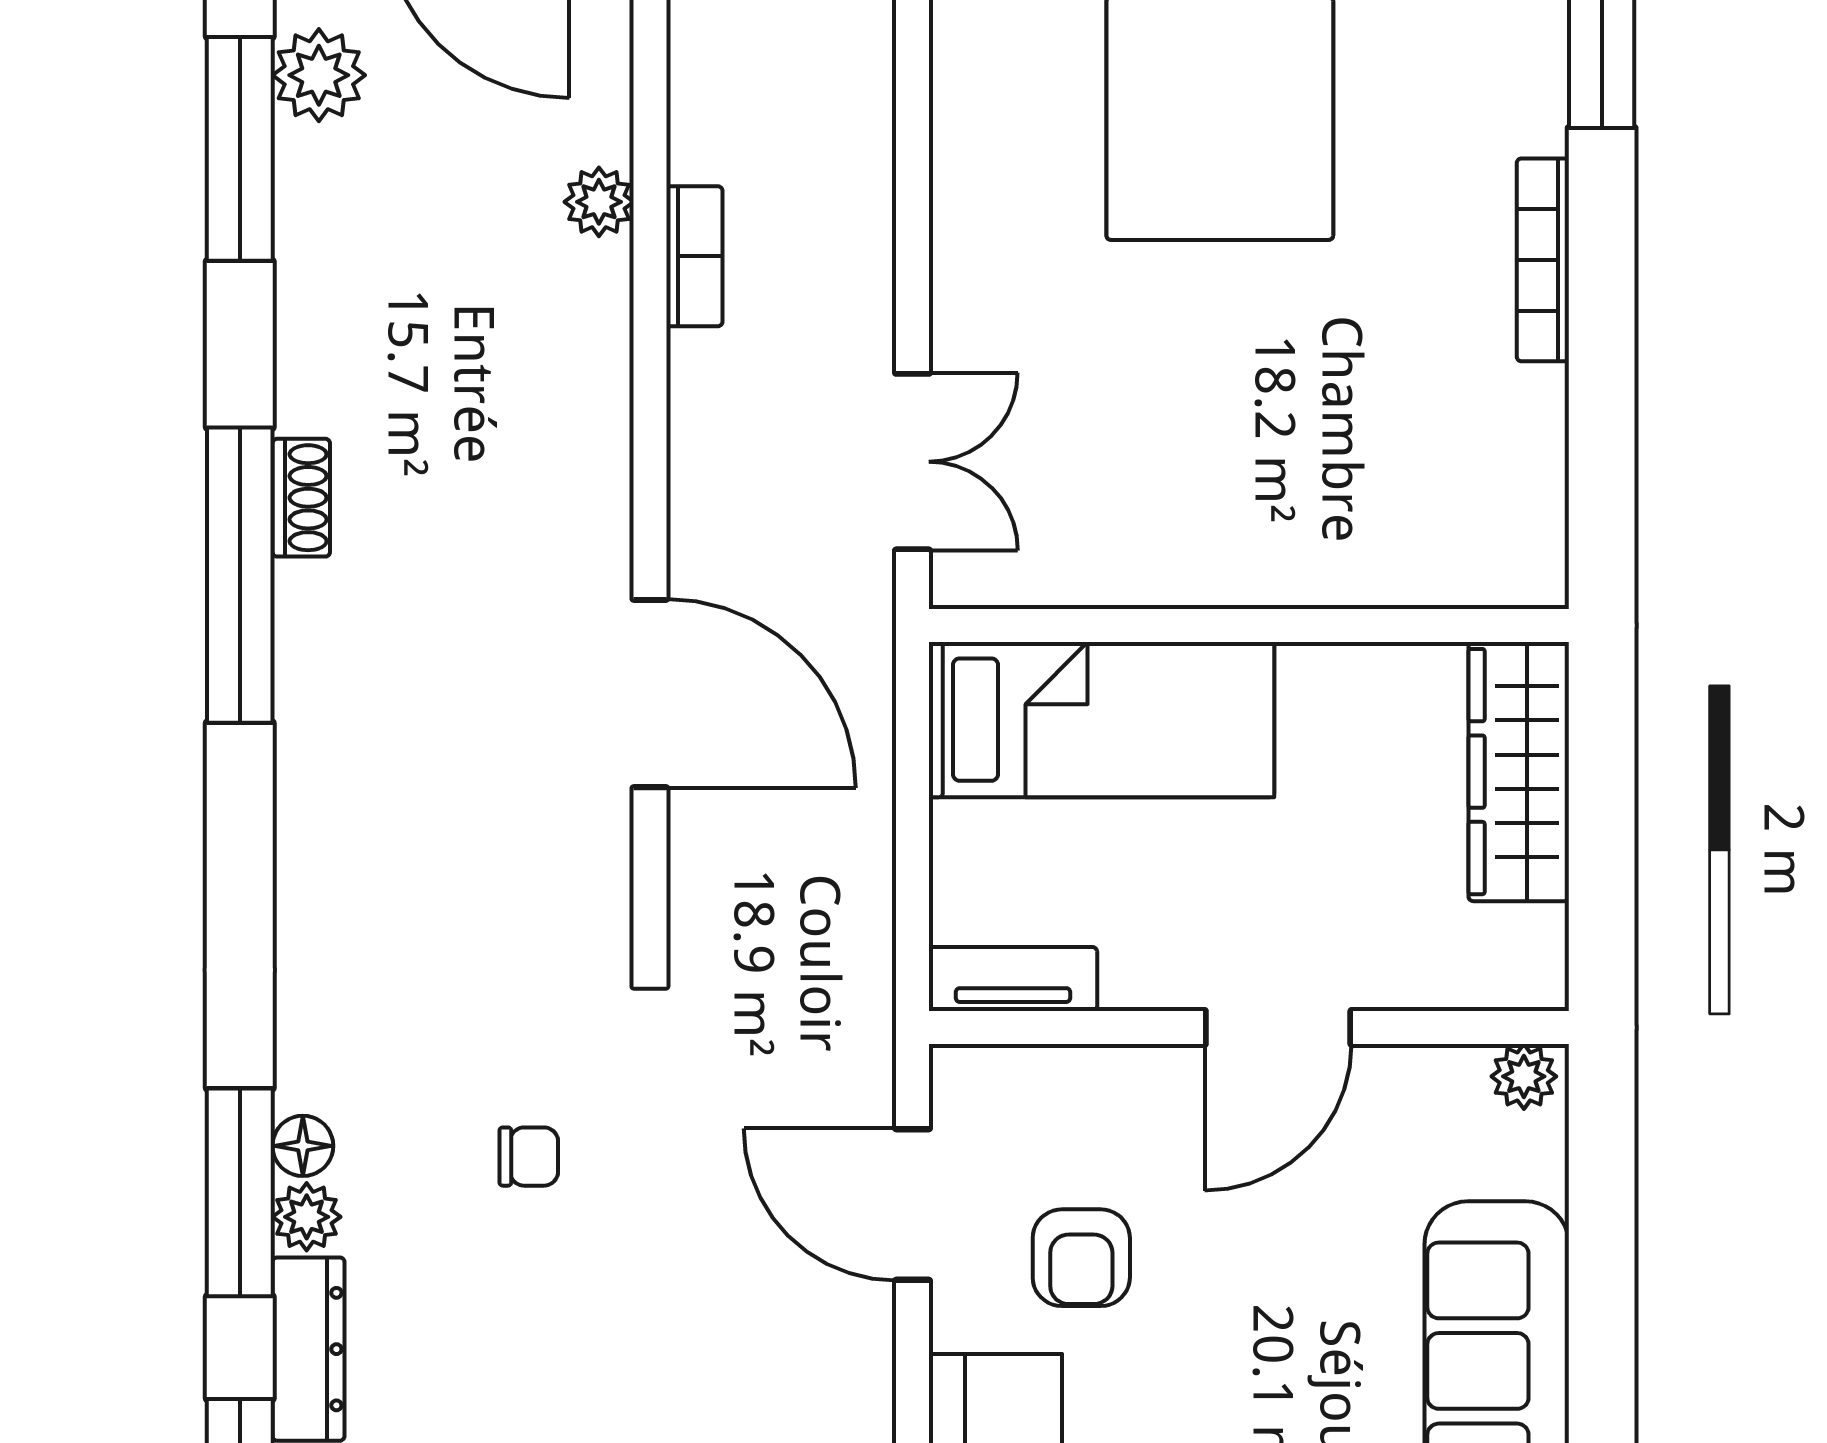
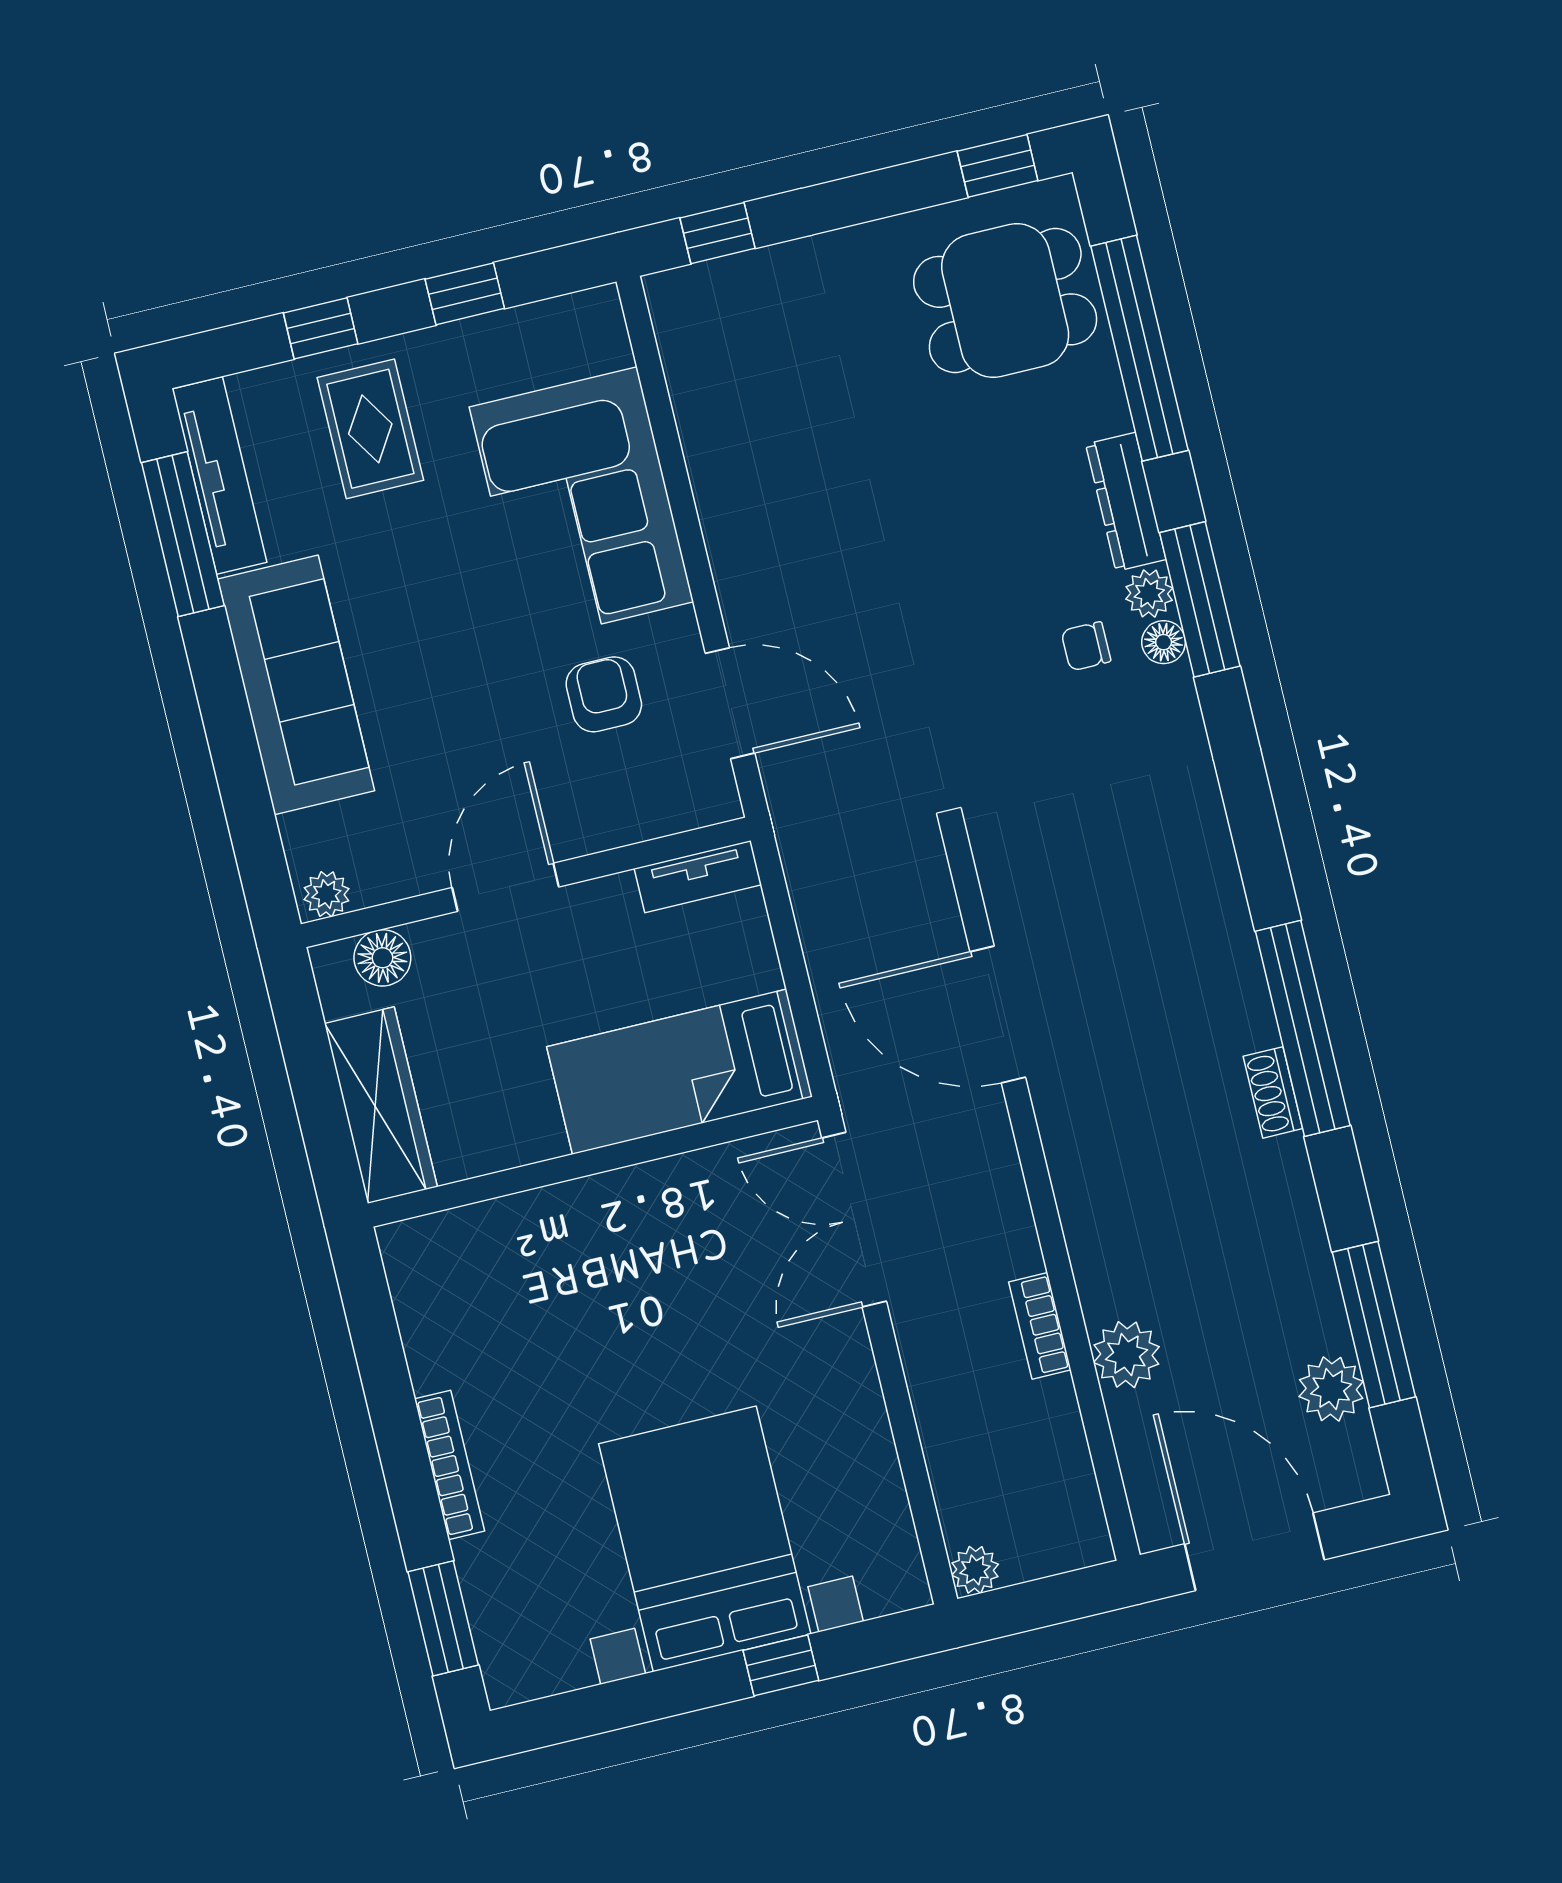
plant: (599, 202) -> (1126, 1355), width x1.38, depth x1.38
double door: (912, 462) -> (854, 1220), width x1.37
floor lamp: (1469, 972) -> (382, 958), added
chair: (529, 1157) -> (1086, 646), moved

